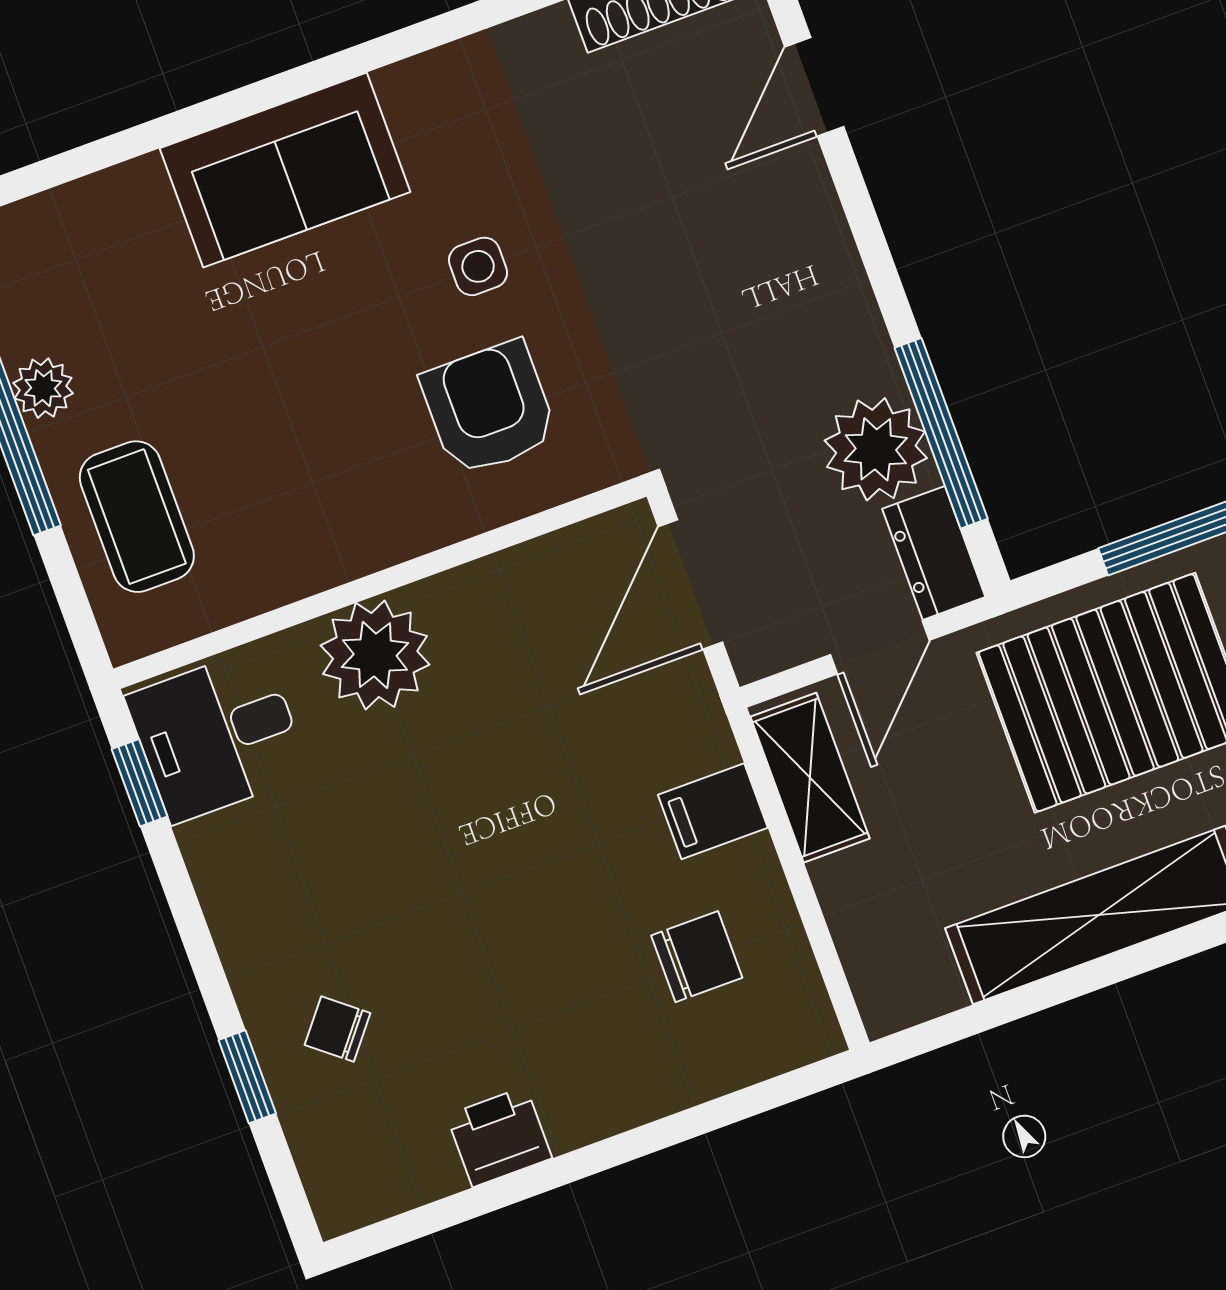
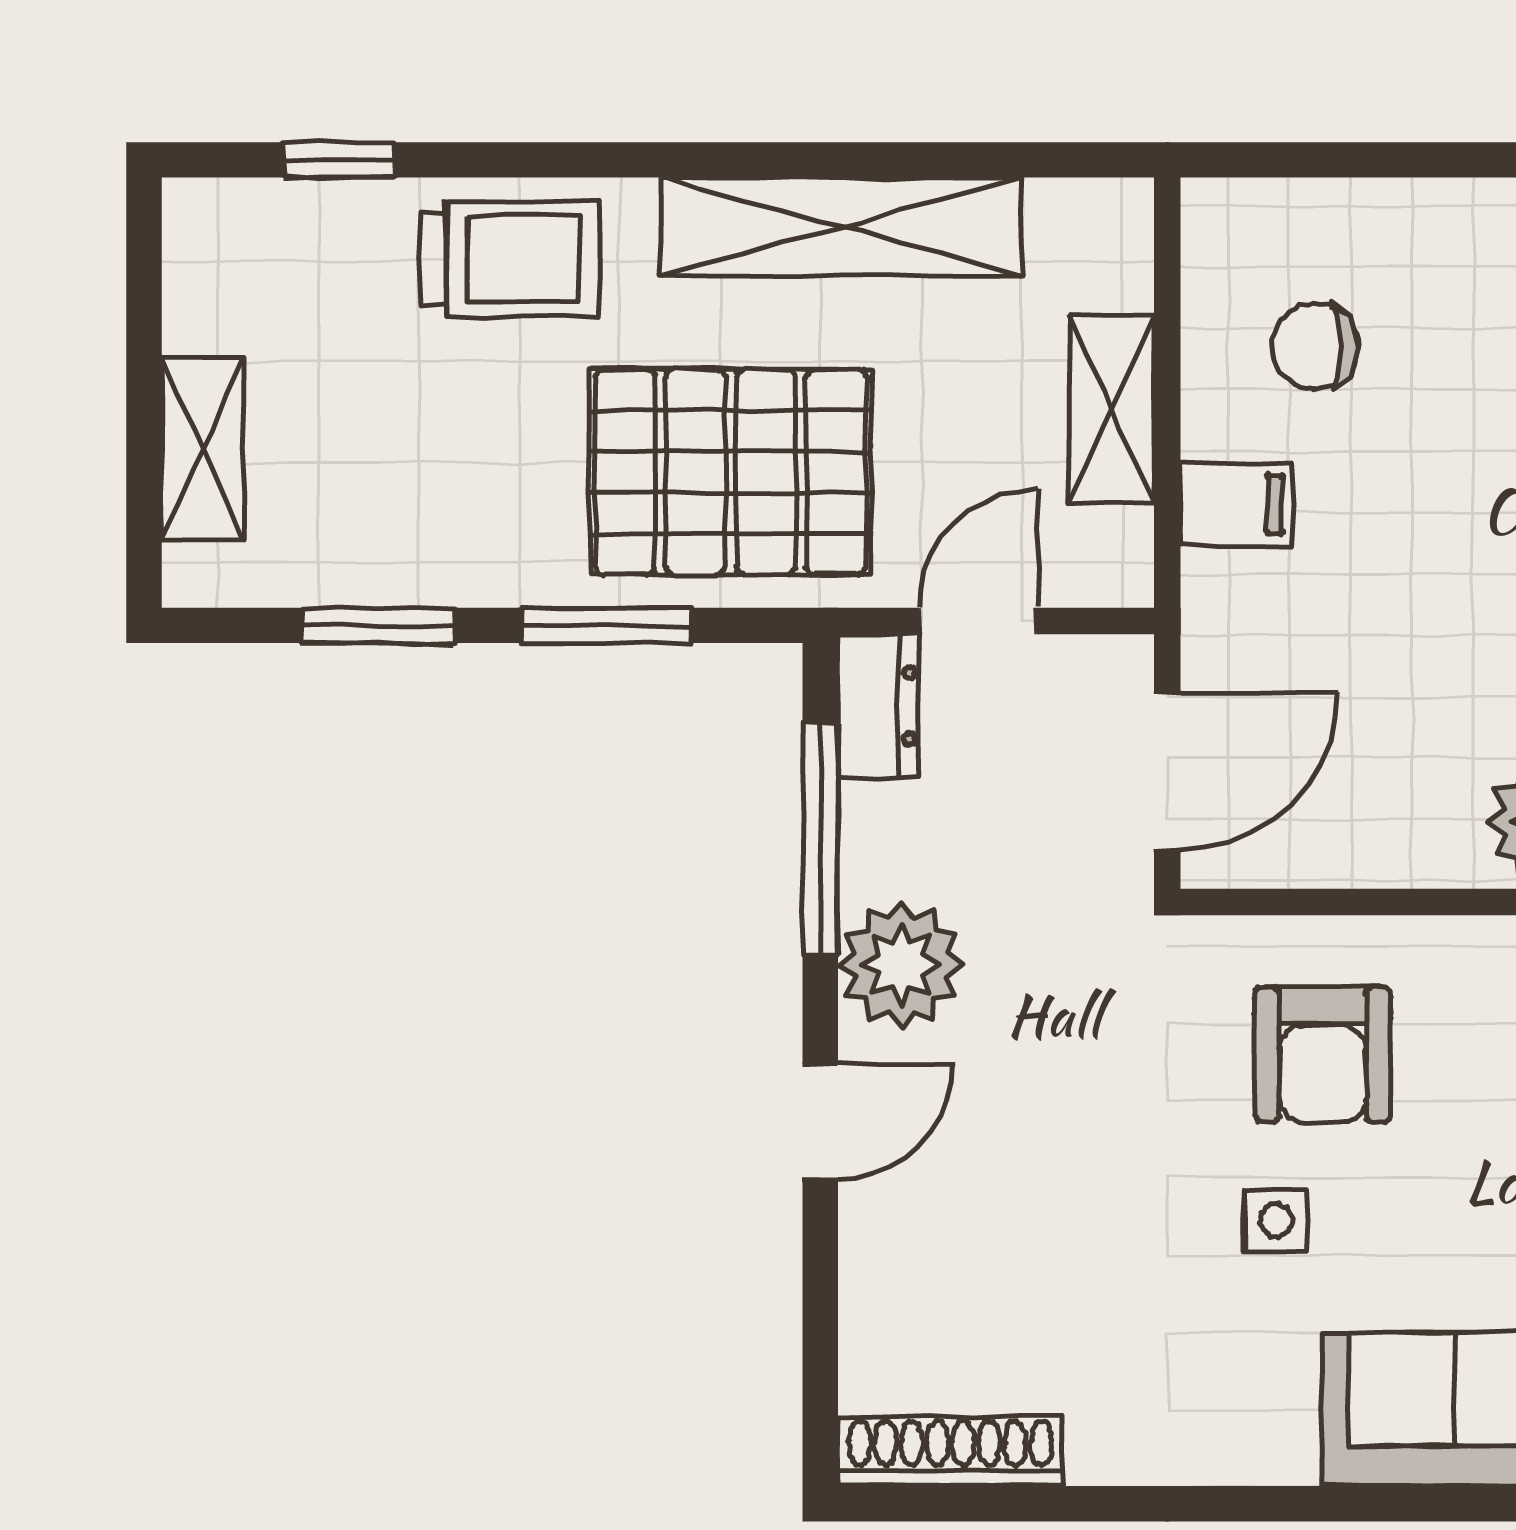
door: (814, 87) -> (820, 1122), moved
plant: (876, 449) -> (901, 965), moved
shelving: (810, 778) -> (1112, 409), moved

